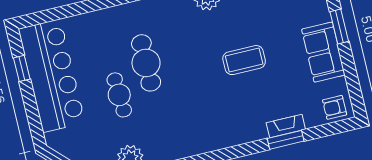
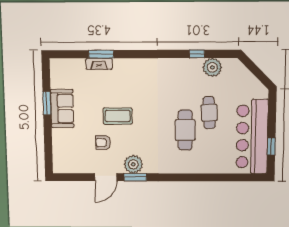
window: (339, 27) -> (47, 103), moved
armchair: (335, 107) -> (103, 143), moved, turned 180

